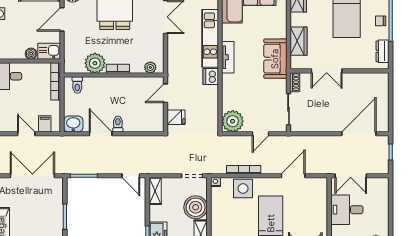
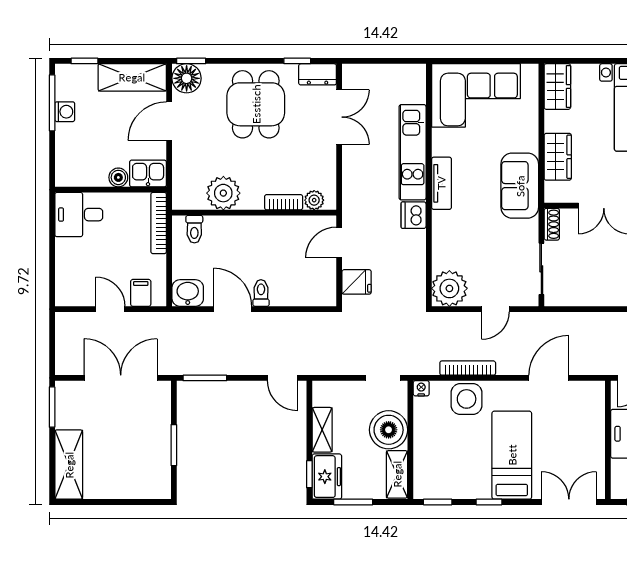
bookcase: (118, 69) -> (284, 202), moved
shelving: (155, 191) -> (322, 430), moved

